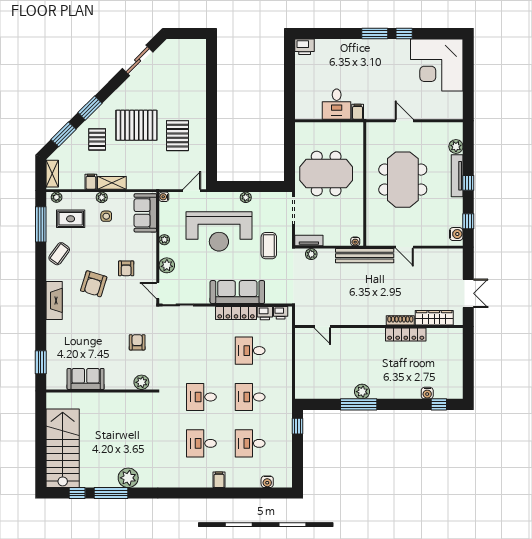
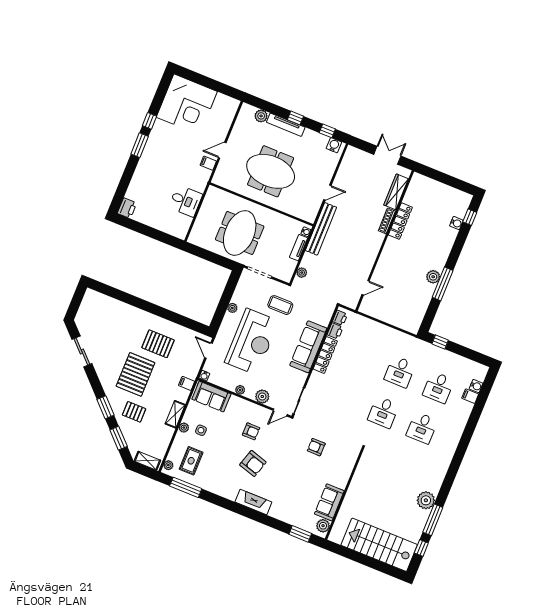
filing cabinet: (358, 112) -> (208, 163), moved
filing cabinet: (91, 182) -> (187, 383), moved
tv unit: (309, 240) -> (299, 248), moved
coffee table: (59, 254) -> (216, 482), removed
desk: (250, 351) -> (361, 356), removed
plant: (141, 382) -> (323, 526), moved
filing cabinet: (219, 480) -> (470, 396), moved

